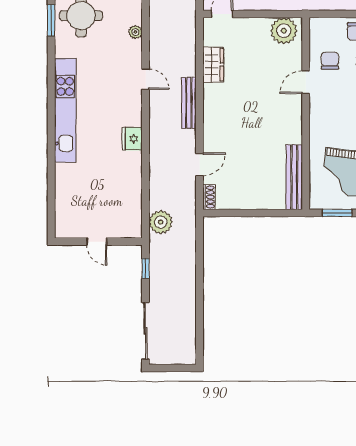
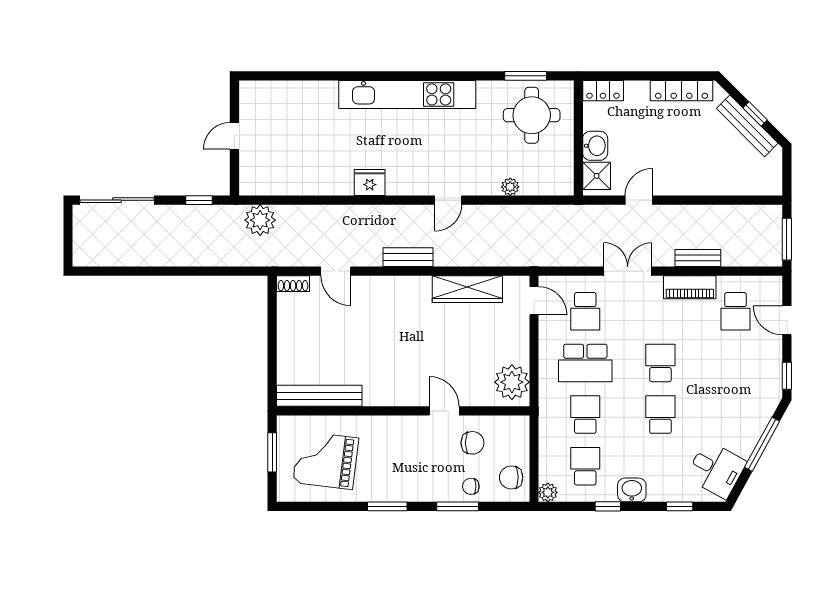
wardrobe: (213, 65) -> (467, 289), width x1.50
bench: (189, 103) -> (408, 257), width x0.73

